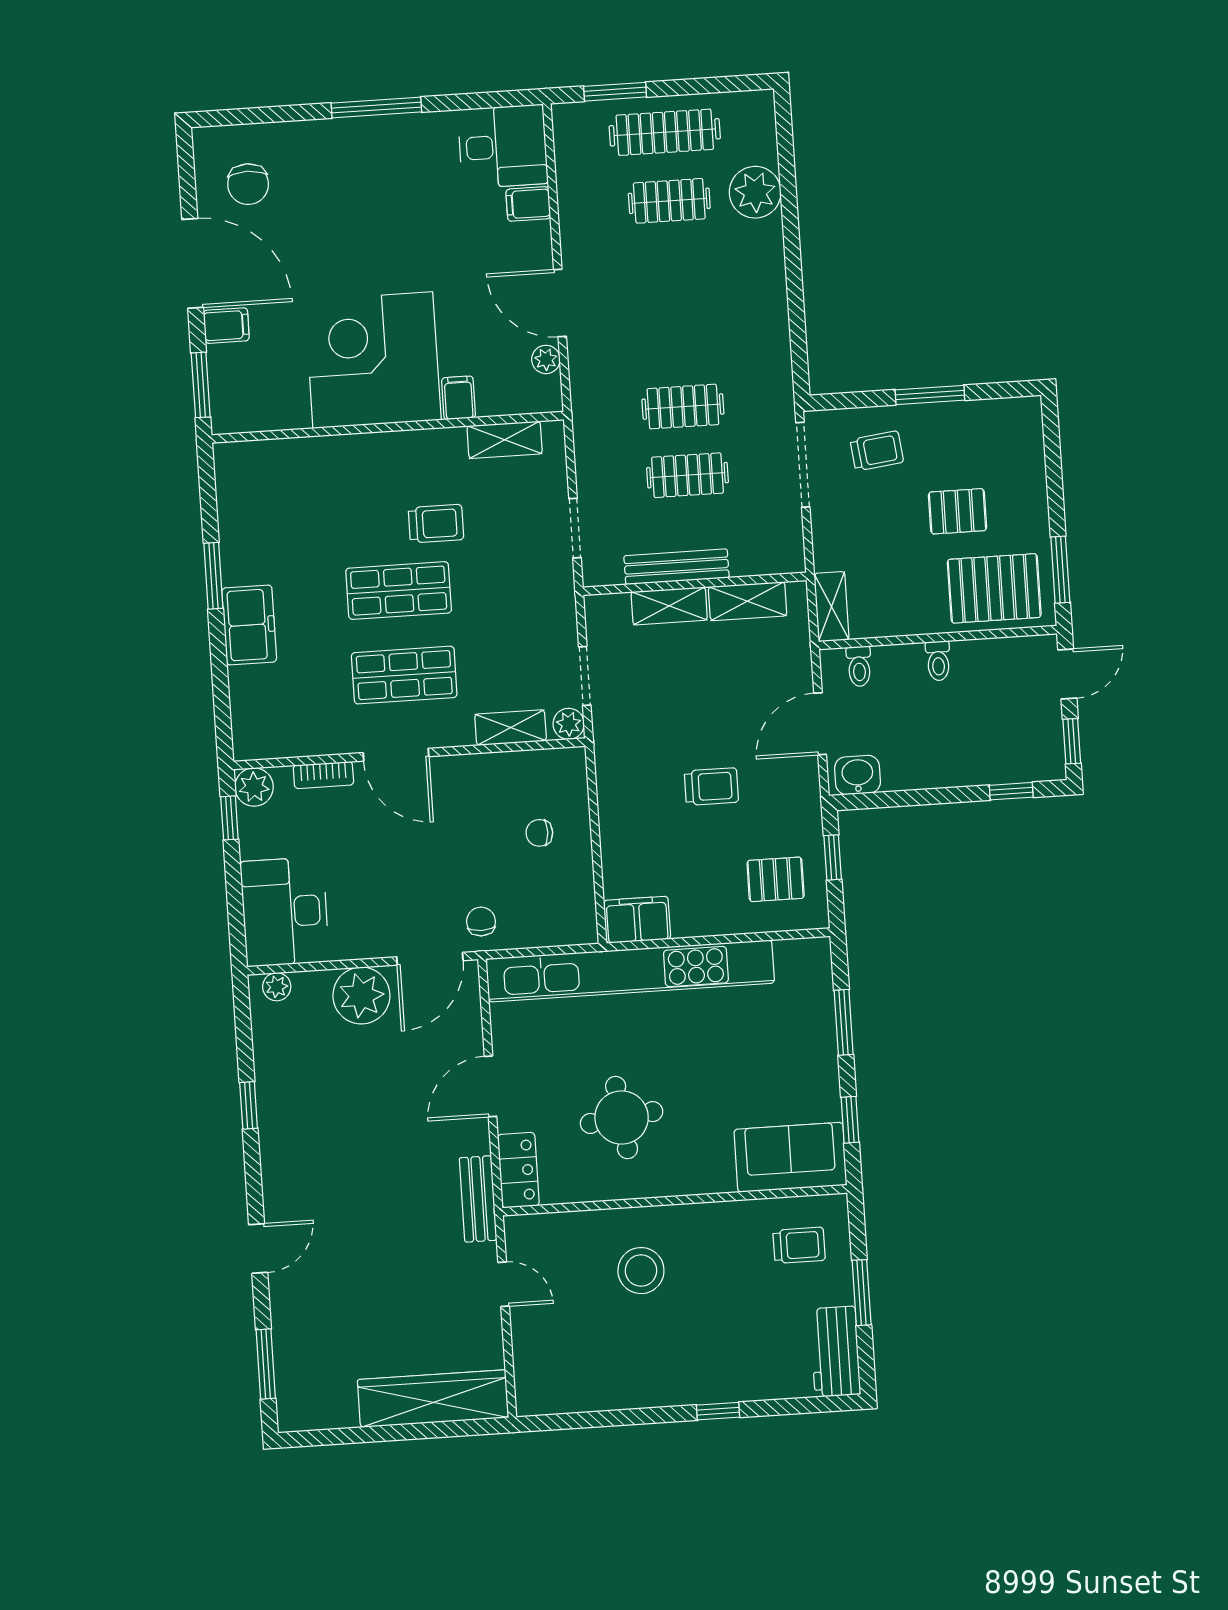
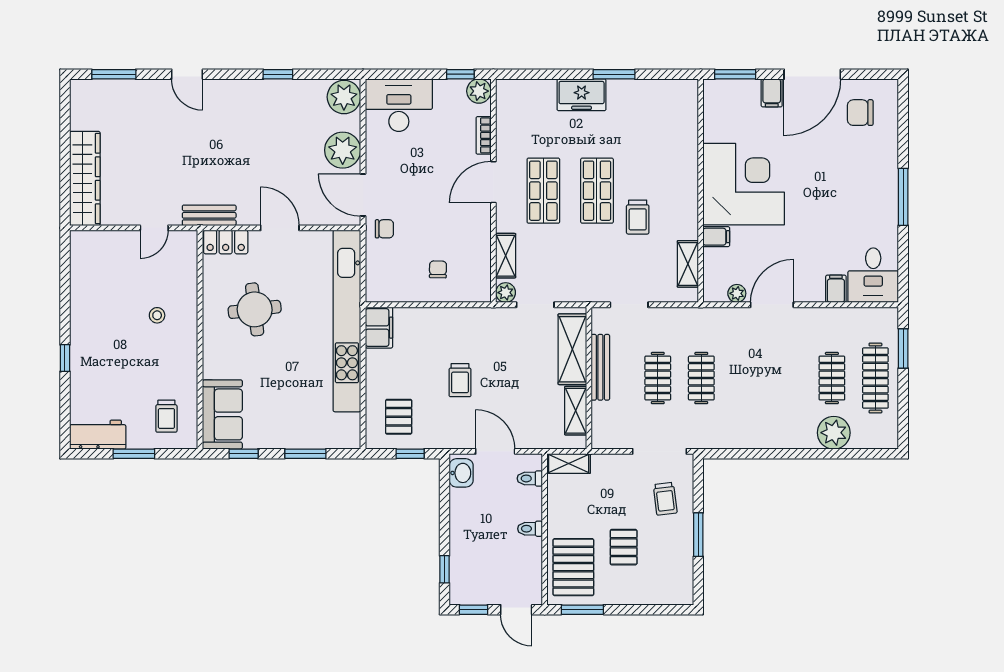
shelving: (669, 606) -> (572, 349), width x1.50, depth x1.33
plant: (277, 987) -> (344, 97), width x1.87, depth x1.87
stool: (641, 1271) -> (157, 315), width x0.53, depth x0.53

